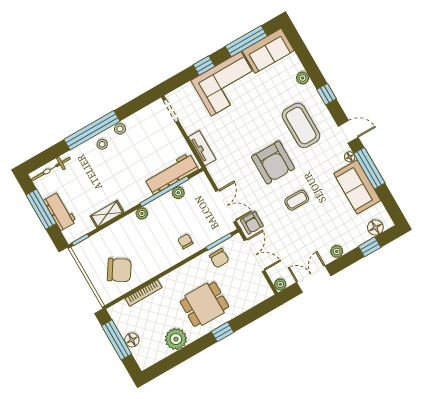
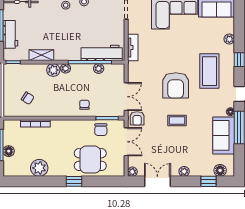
plant: (129, 223) -> (53, 70), added
chair: (119, 270) -> (28, 98), width x0.54, depth x0.54
dining table: (204, 304) -> (90, 160), moved

